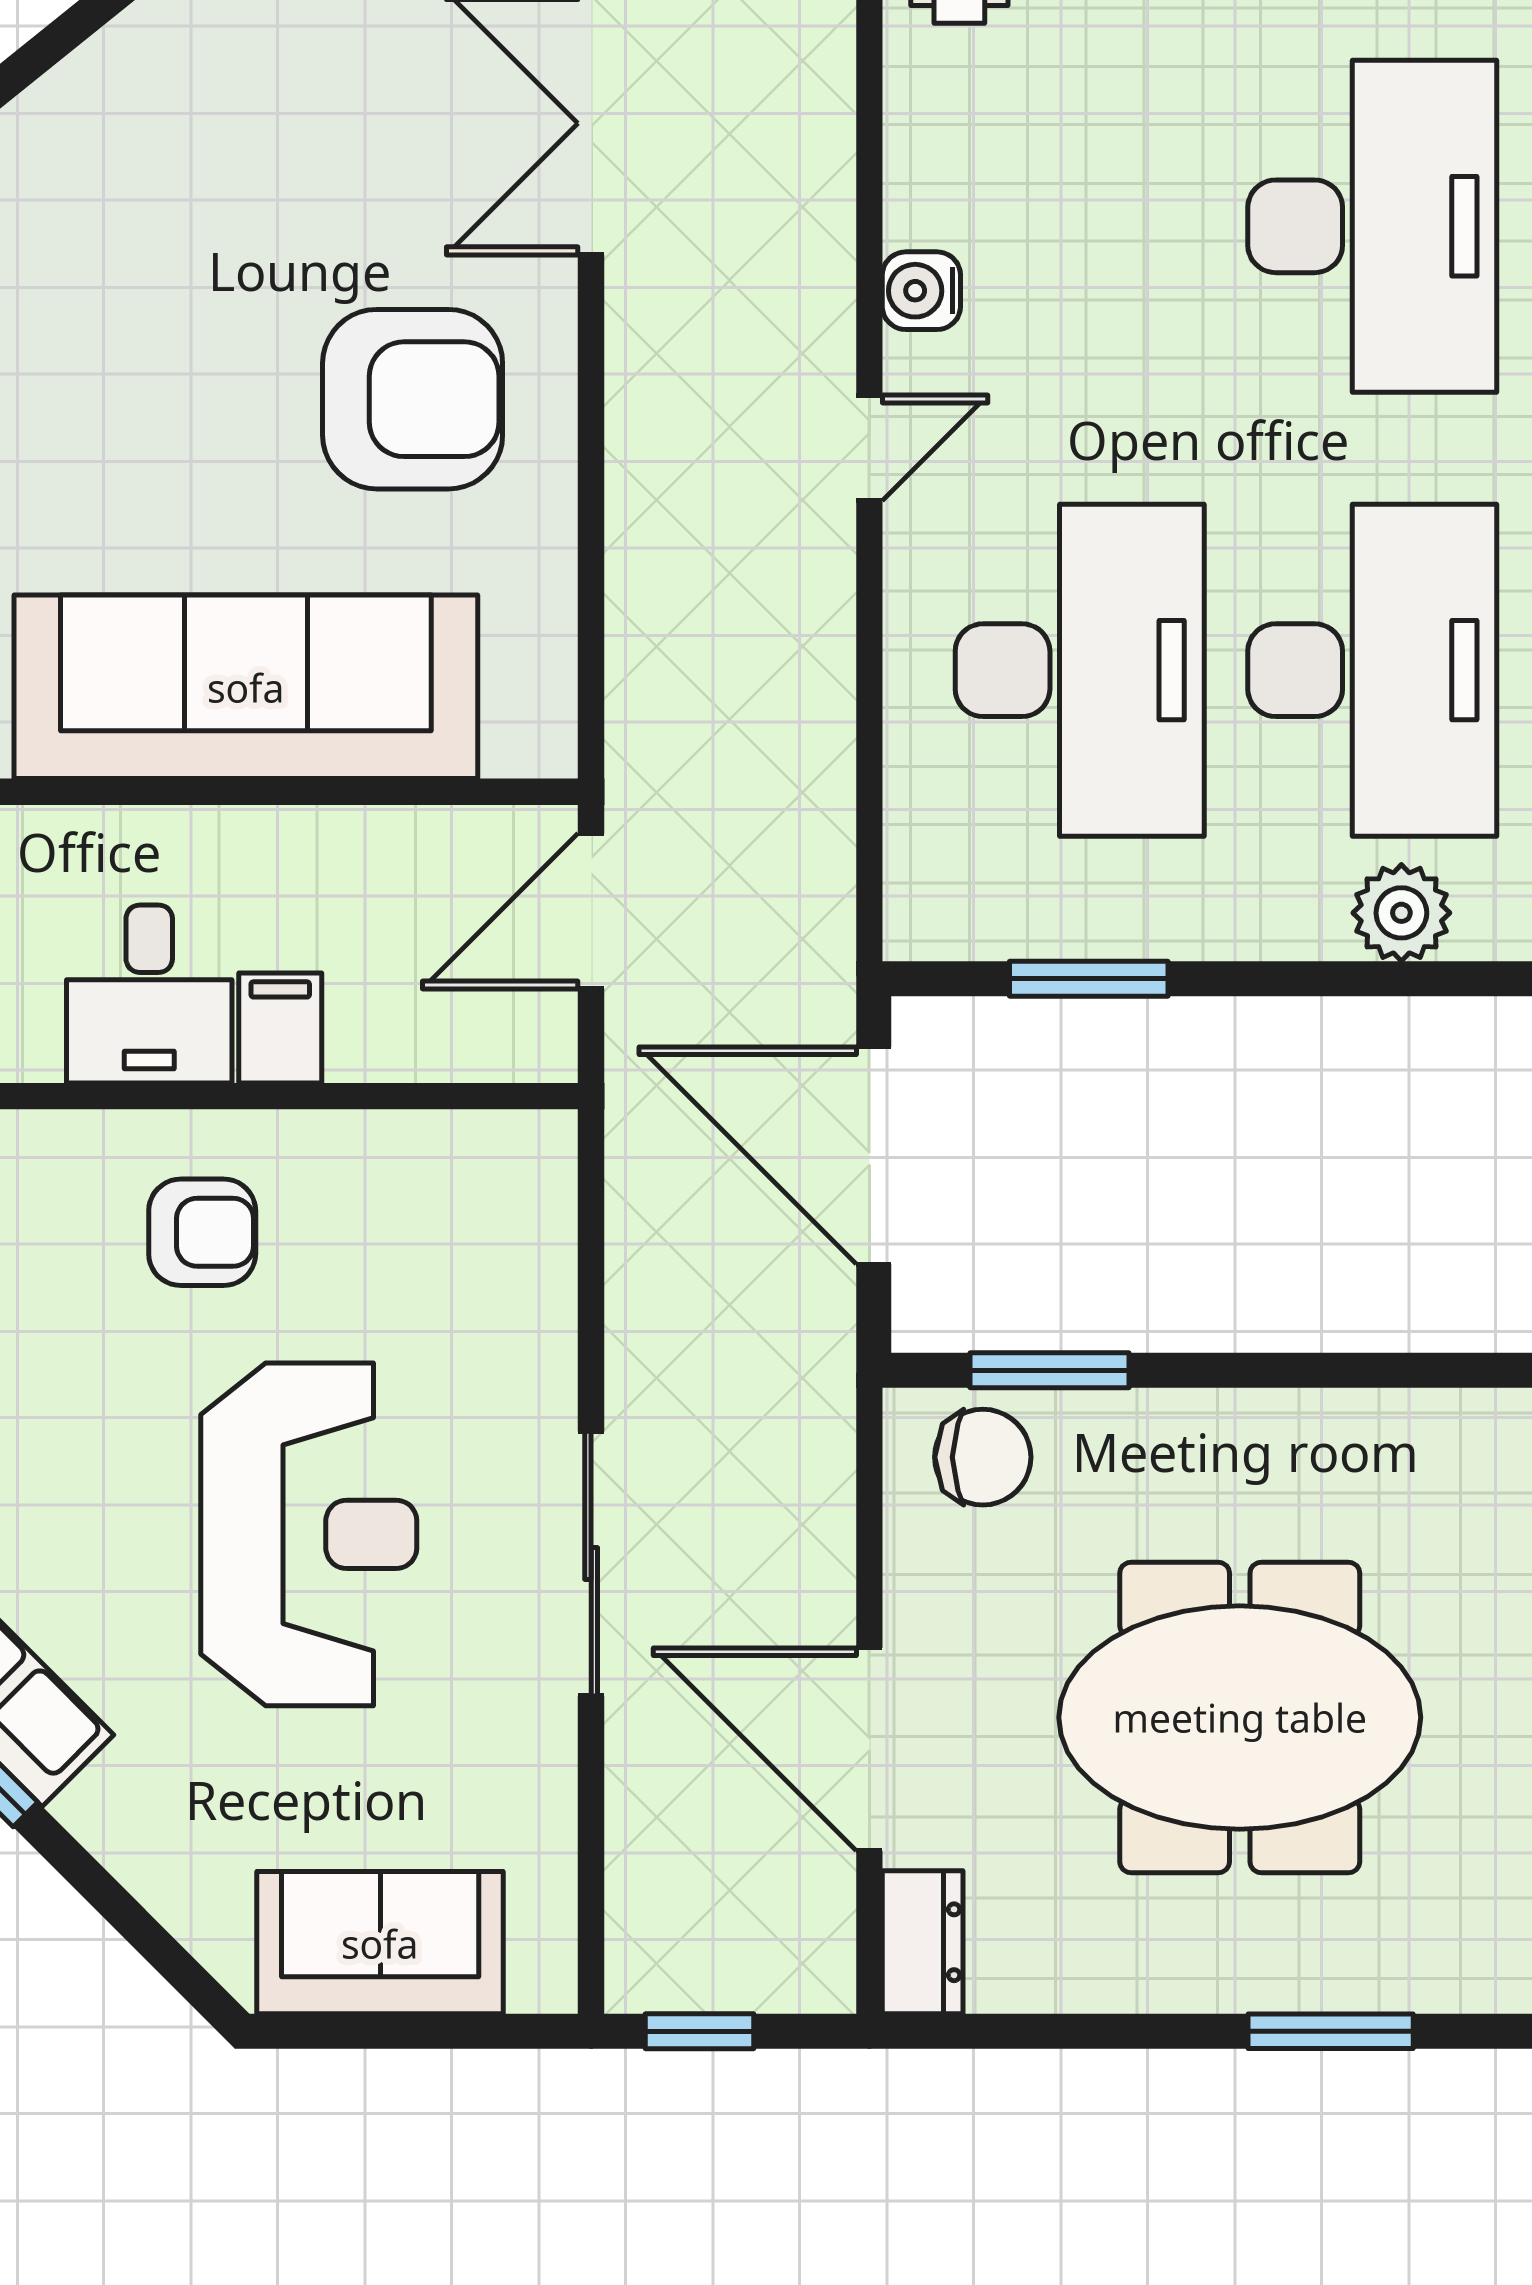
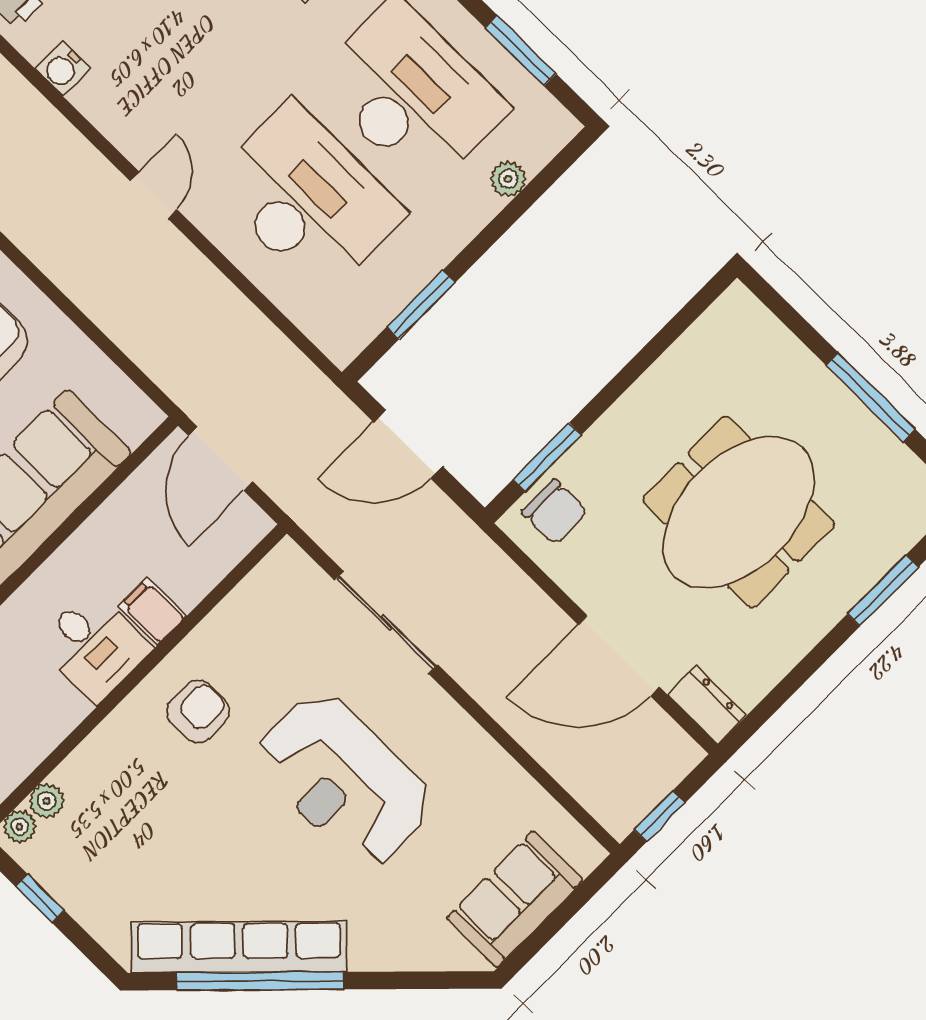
water cooler: (921, 291) -> (63, 68), moved
plant: (1401, 913) -> (508, 179), width x0.73, depth x0.73
door: (874, 1155) -> (408, 444), width x0.73
chair: (983, 1457) -> (555, 512), turned 90
reception desk: (309, 1534) -> (344, 780), turned 180
sliding door: (591, 1564) -> (386, 623), moved

